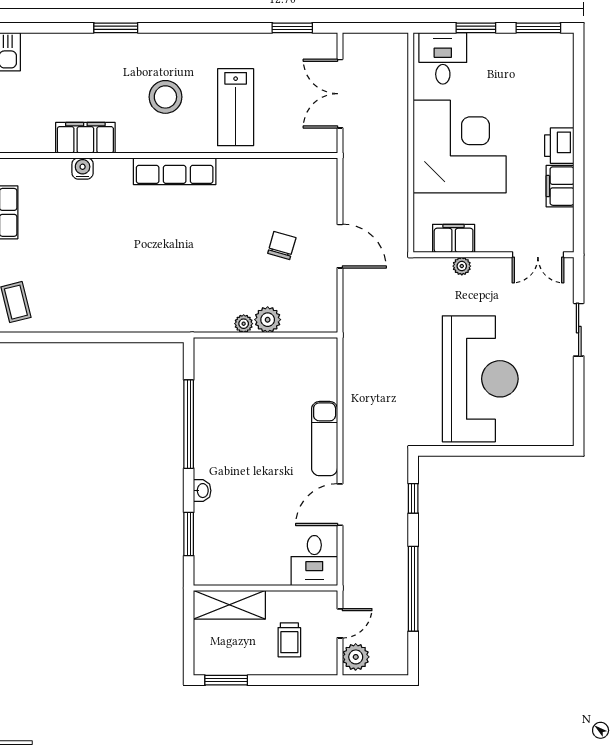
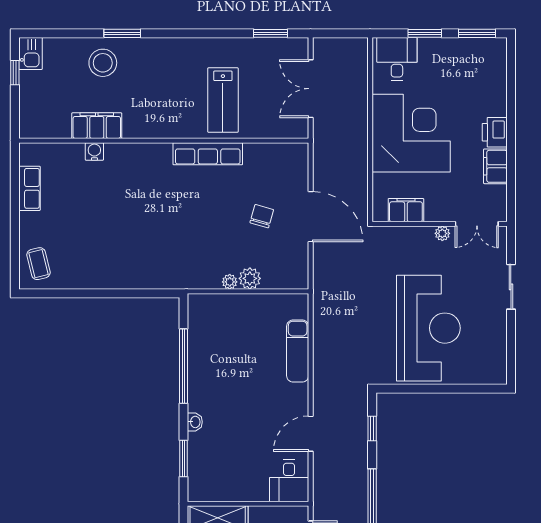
stool: (165, 97) -> (103, 63), moved
row of seats: (175, 171) -> (208, 154), moved
door: (340, 246) -> (311, 217), width x1.36
plant: (462, 266) -> (442, 233), moved
exam couch: (325, 439) -> (298, 351), moved

